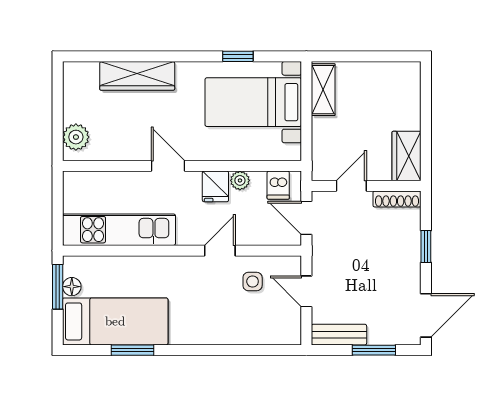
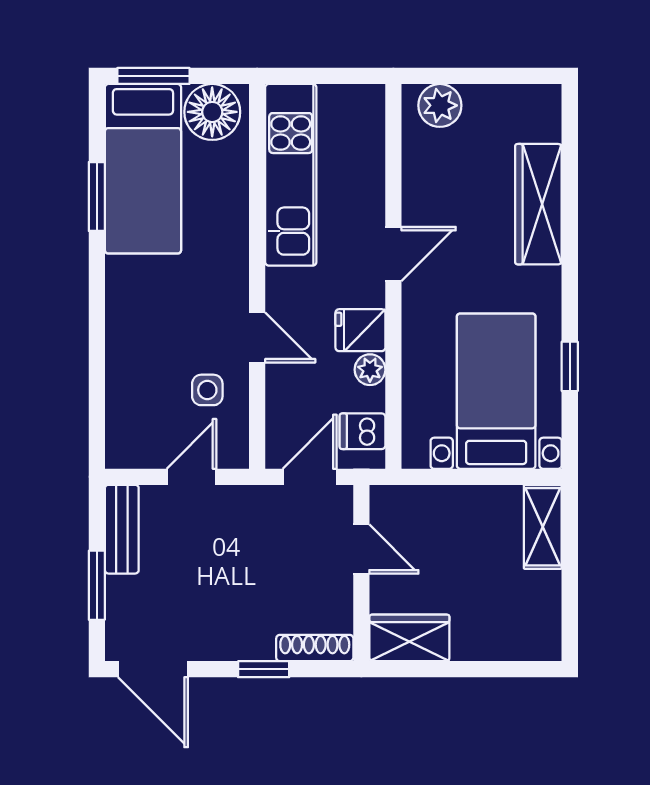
shelving: (323, 90) -> (543, 527), moved, turned 90
shoe rack: (397, 199) -> (315, 648), moved, turned 90
window: (58, 287) -> (153, 76), moved
floor lamp: (72, 287) -> (212, 112), width x1.89, depth x1.89

